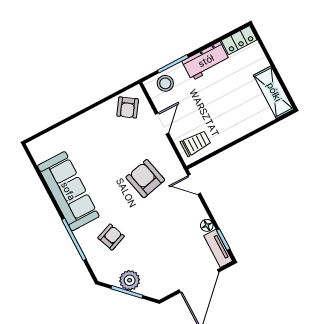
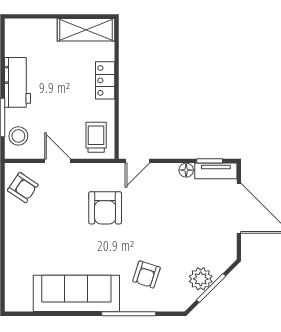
locker: (239, 40) -> (105, 80), moved, turned 180
armchair: (145, 179) -> (105, 208), turned -77
armchair: (111, 237) -> (146, 274), turned -141

